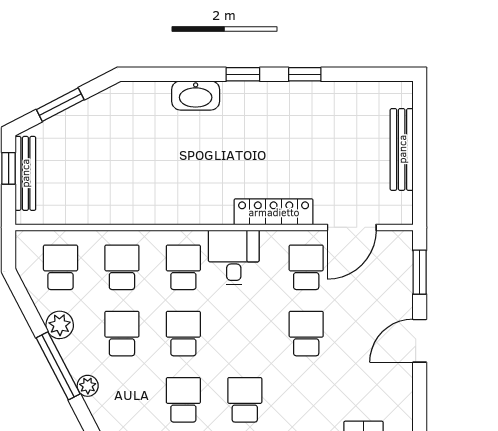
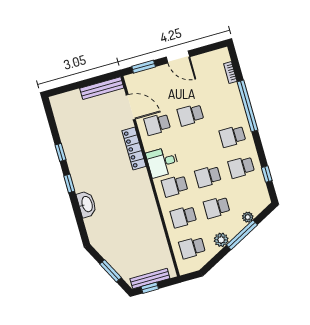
bench: (402, 149) -> (102, 88), moved

